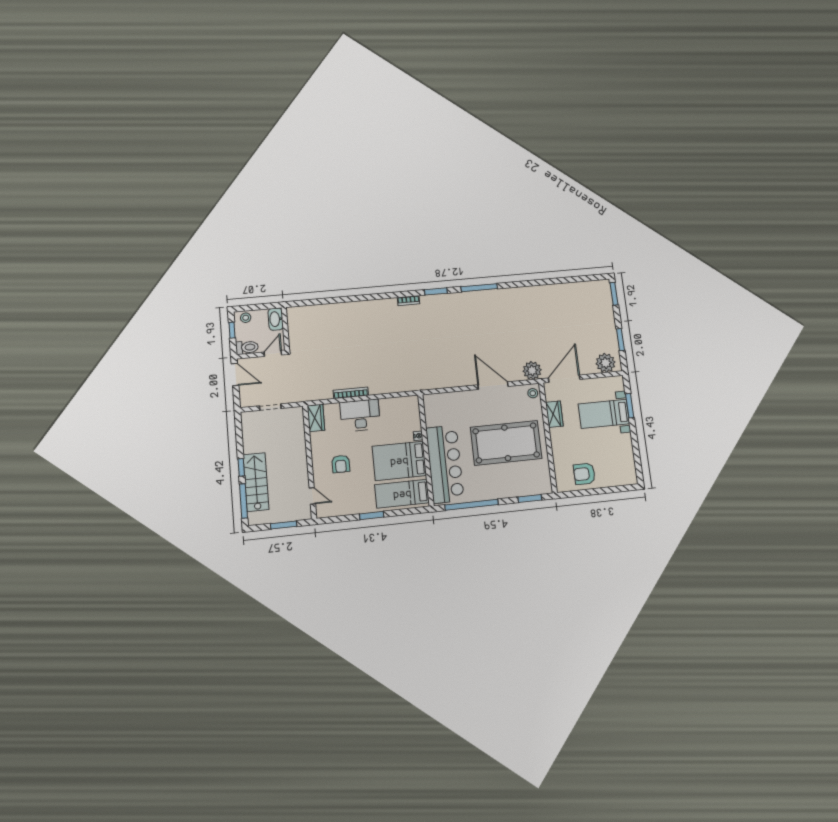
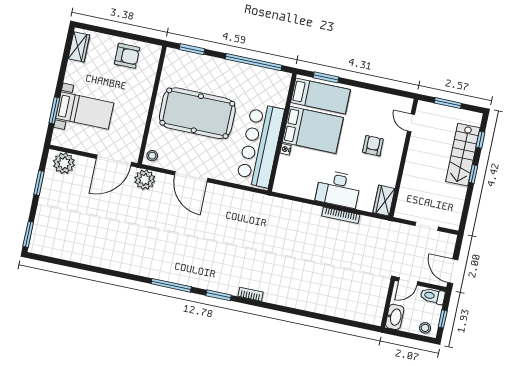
wardrobe: (554, 414) -> (79, 47), moved, turned 180
bar counter: (445, 464) -> (260, 145), moved
window: (244, 501) -> (480, 140), width x0.46
window: (372, 515) -> (326, 77), moved

